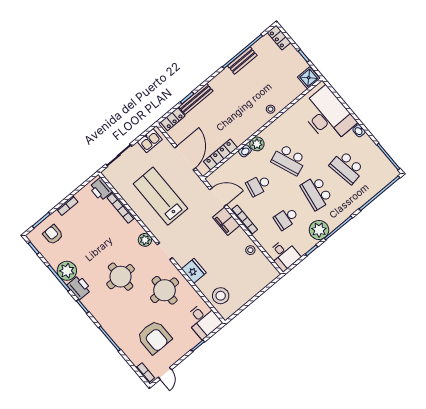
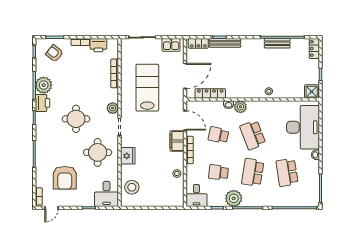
printer: (101, 189) -> (98, 45), moved, turned -90
armchair: (53, 235) -> (54, 53), turned -52

